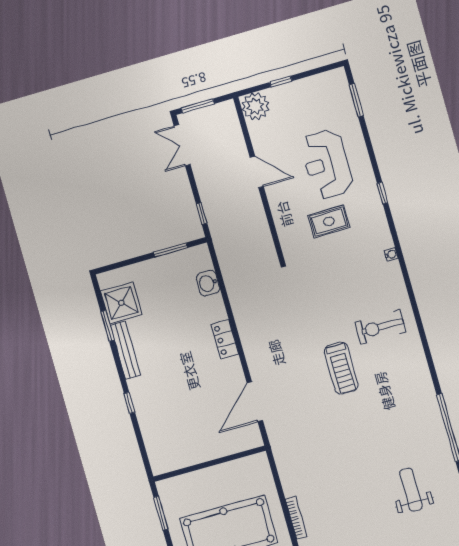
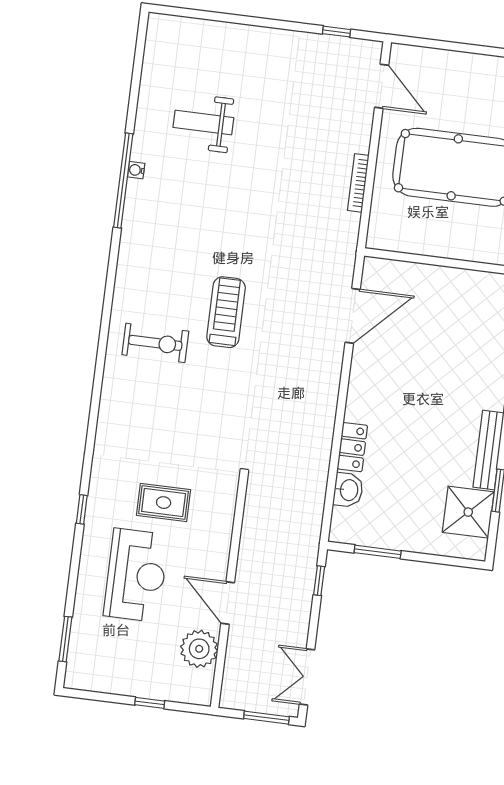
plant: (255, 106) -> (199, 649), moved
double door: (182, 145) -> (307, 677), swing flipped
water cooler: (391, 254) -> (136, 170), moved
locker: (225, 339) -> (352, 447), moved
weight bench: (411, 490) -> (203, 123), turned 90
bookcase: (296, 518) -> (358, 183), moved

